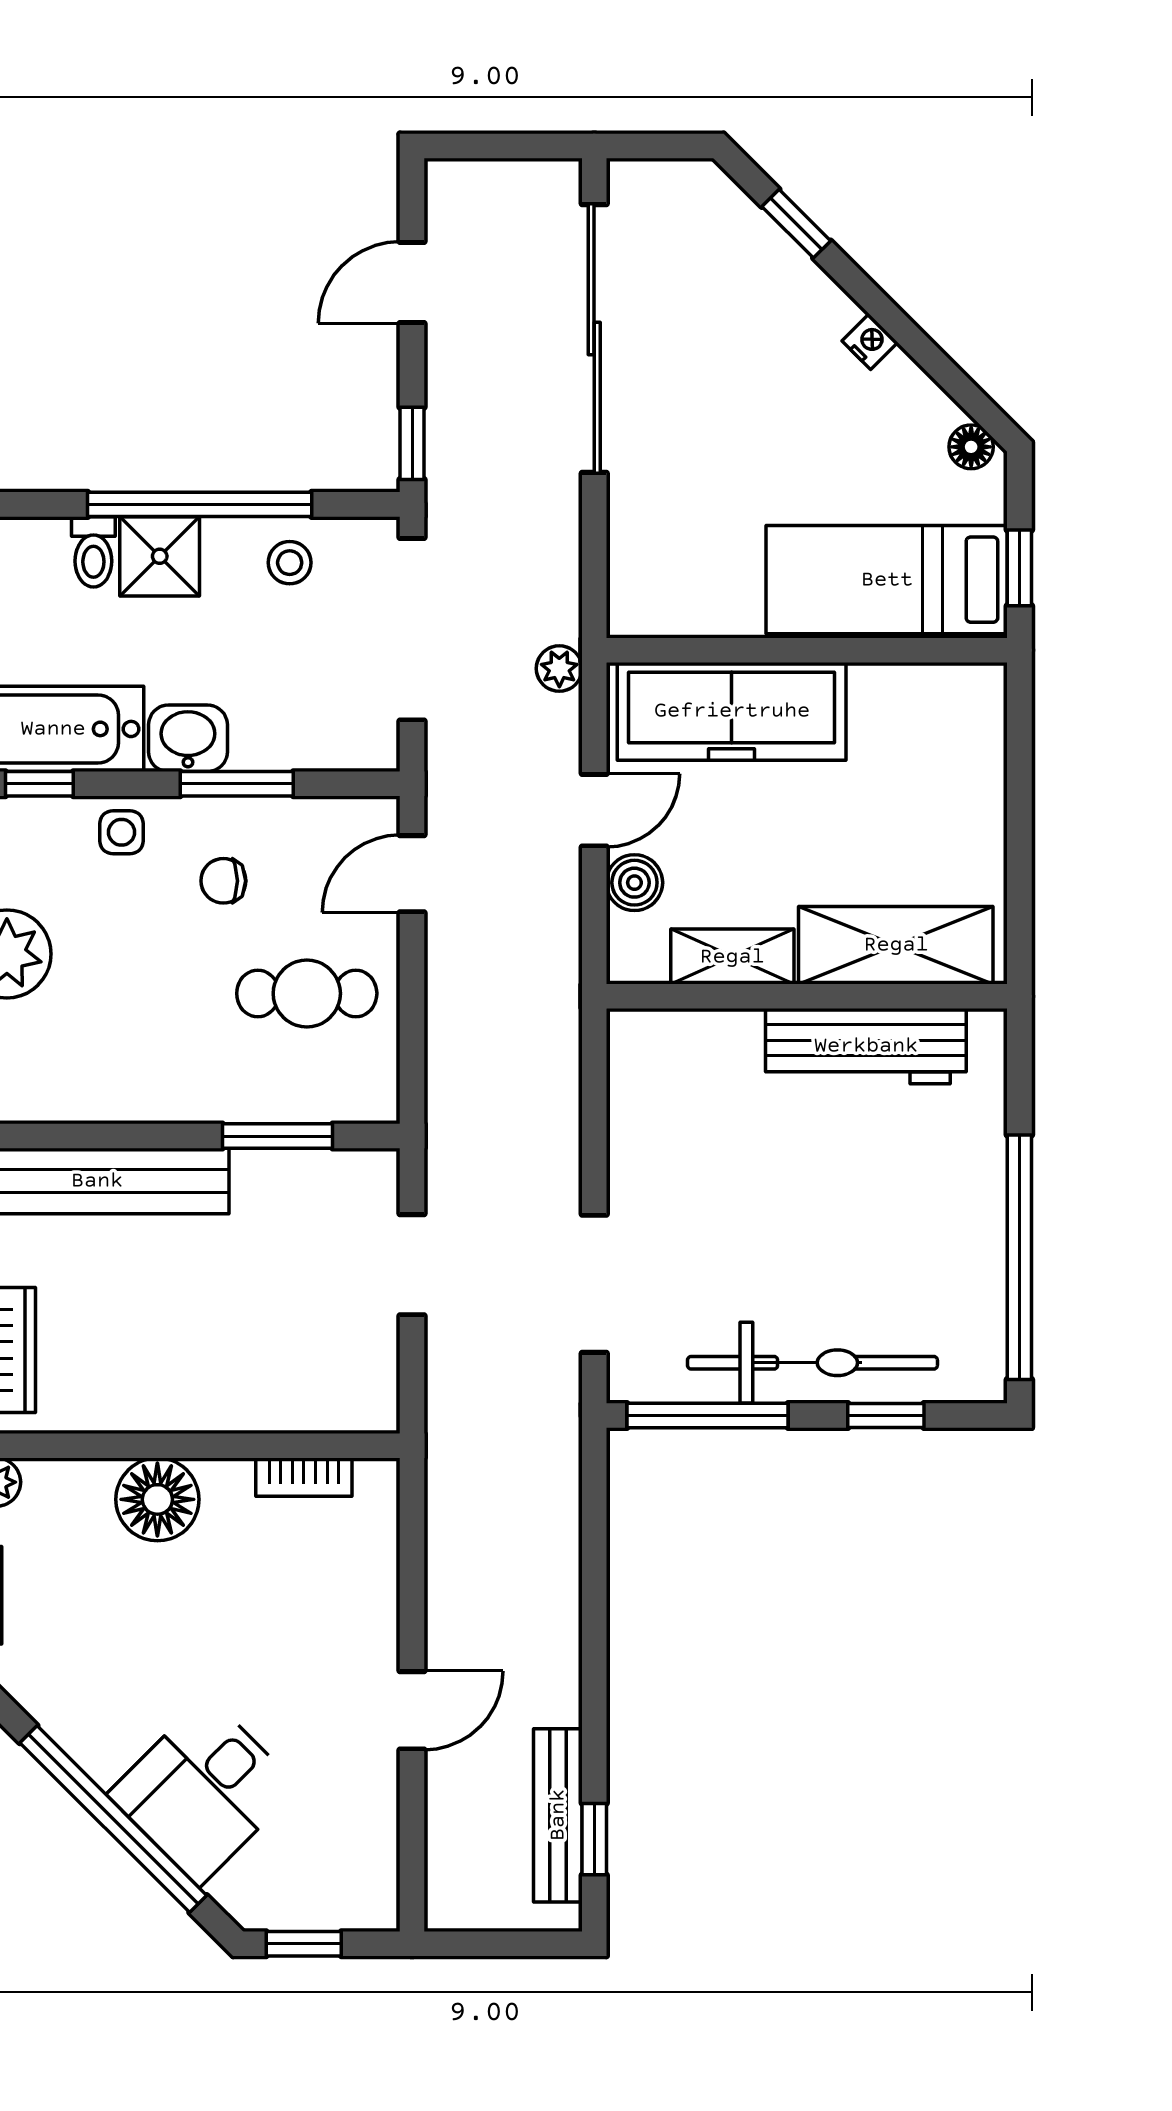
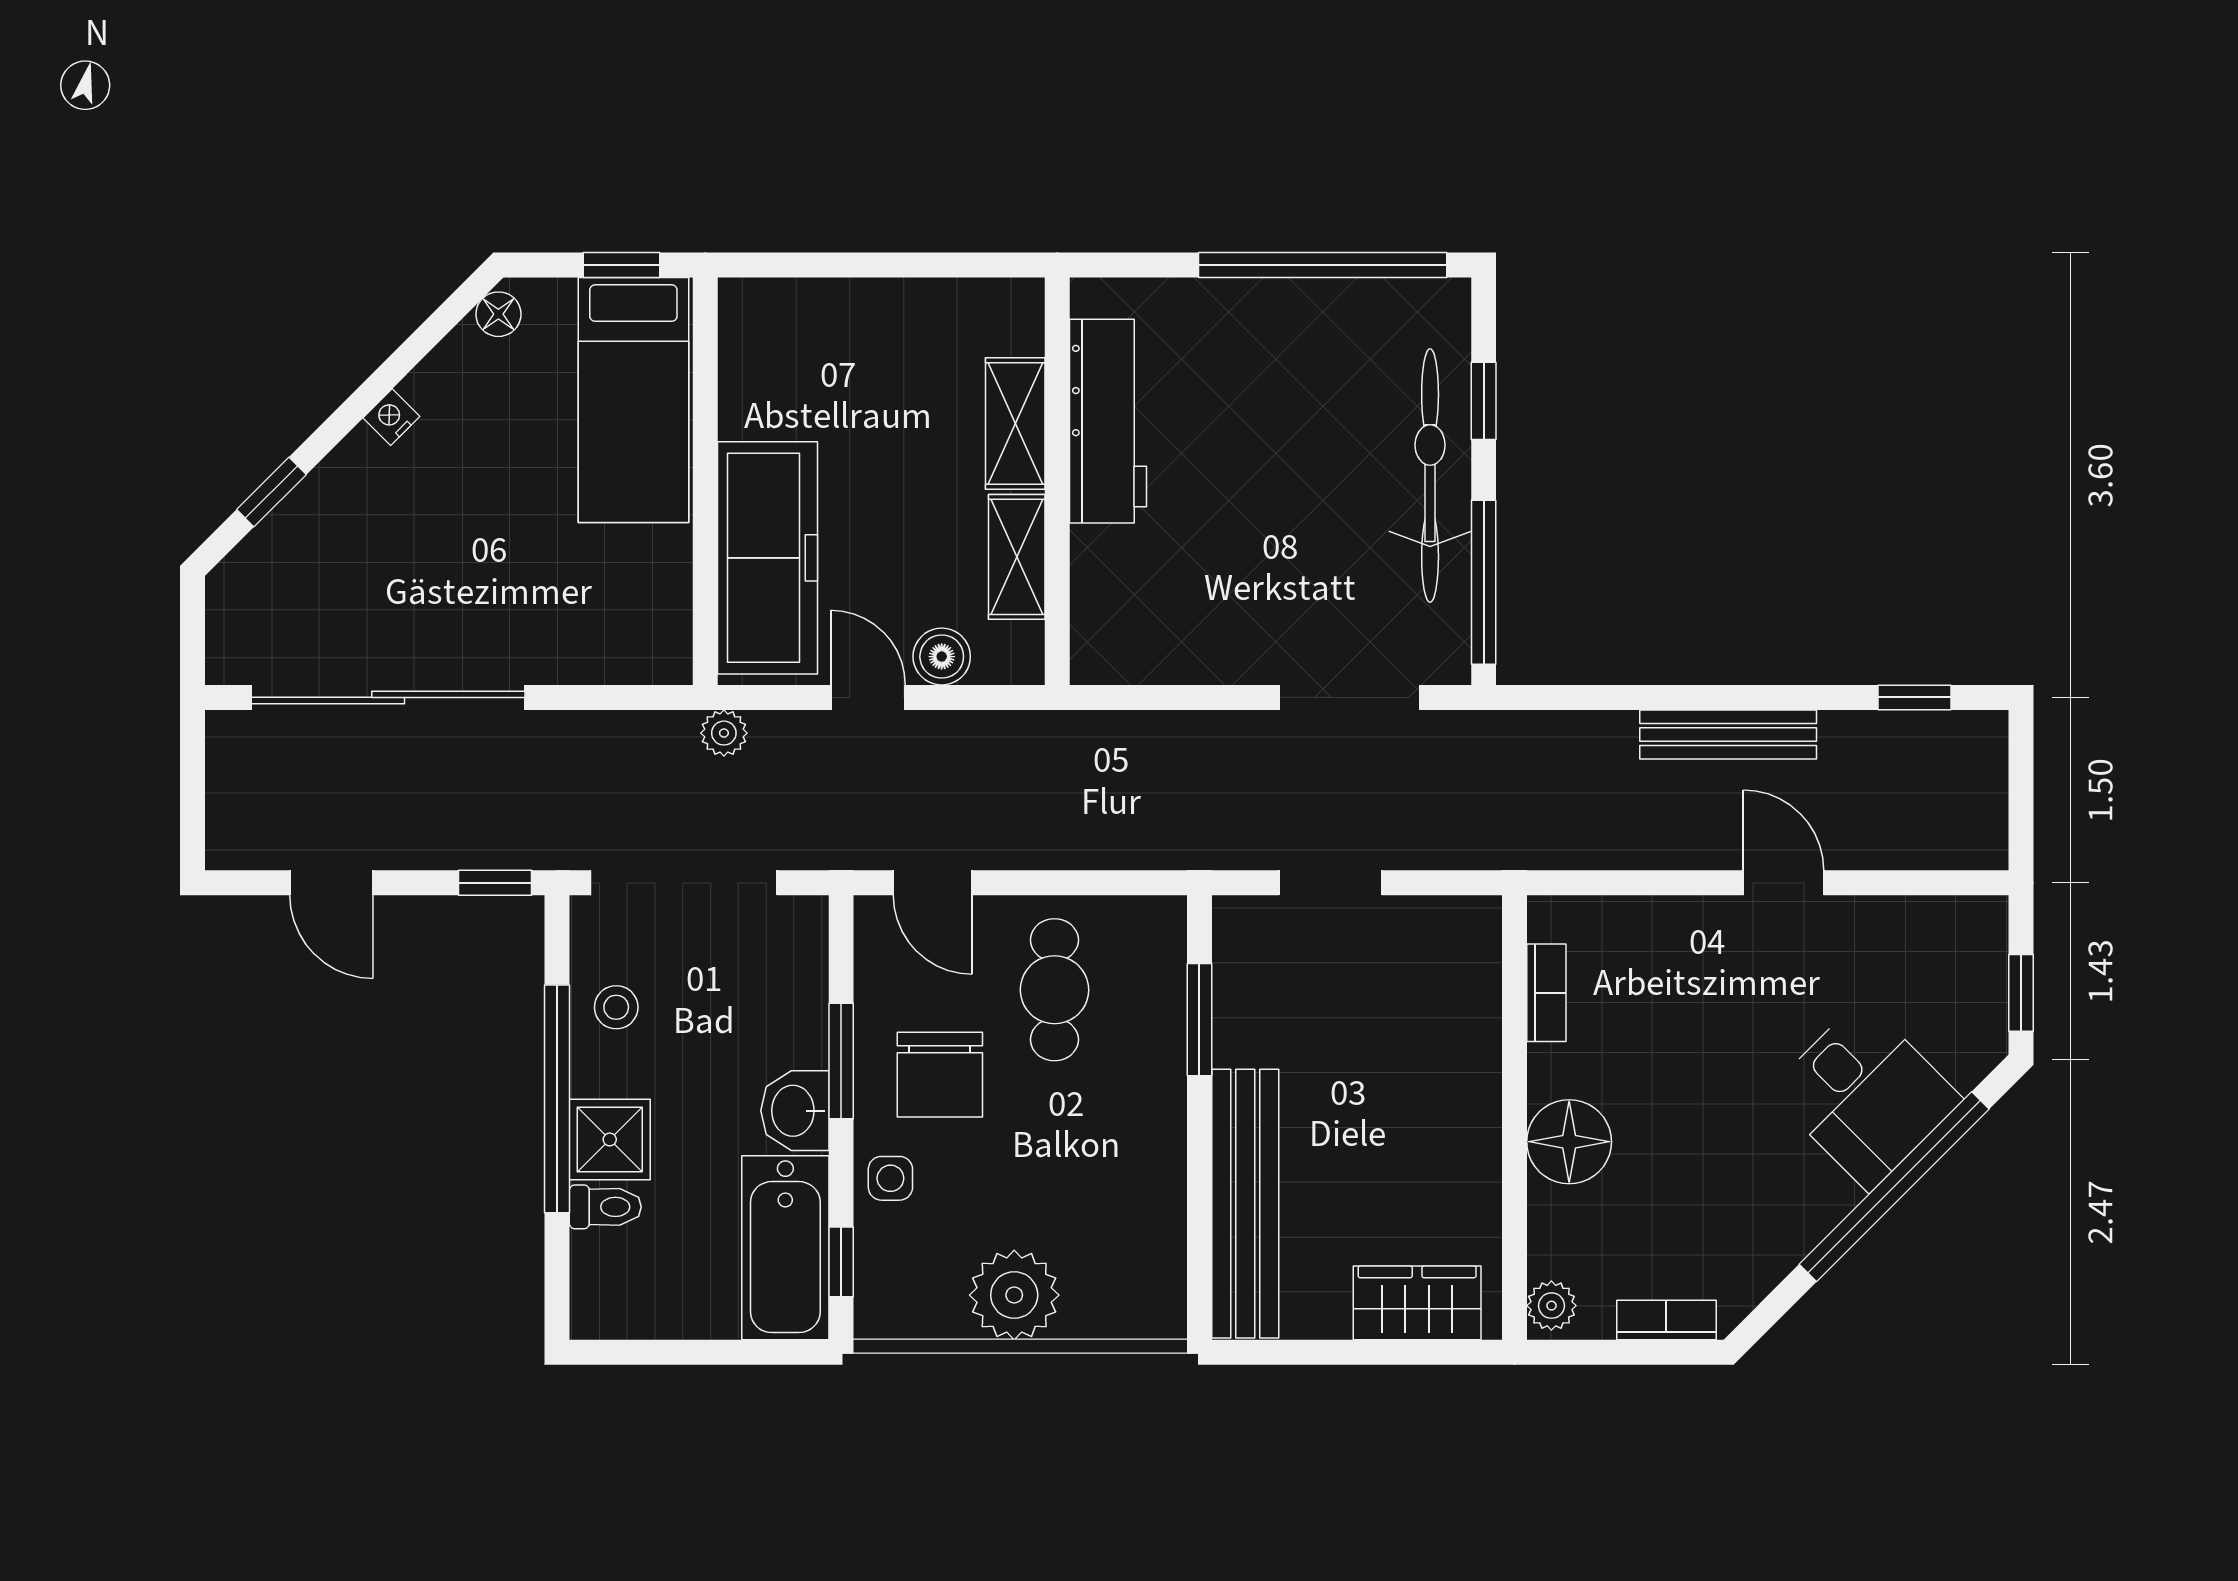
chair: (223, 881) -> (940, 1075), width x1.87, depth x1.87
shelving: (896, 945) -> (1015, 424), width x0.67, depth x0.75
bench: (558, 1815) -> (1728, 735), moved

